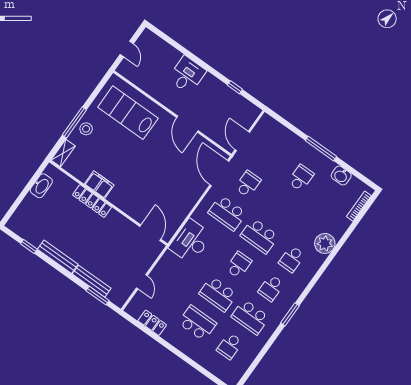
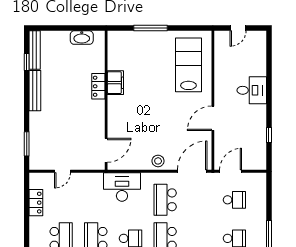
stool: (86, 129) -> (158, 161), moved
shelving: (63, 153) -> (120, 36), removed
school desk: (248, 184) -> (234, 200), moved
locker: (92, 201) -> (98, 86), width x0.66
bench: (92, 281) -> (35, 50), moved

